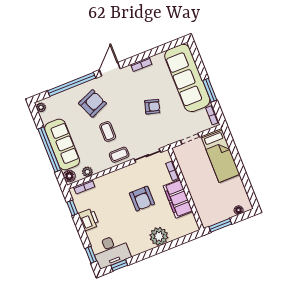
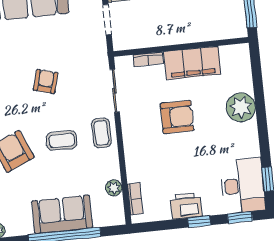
armchair: (152, 107) -> (46, 81), moved
sofa: (62, 144) -> (62, 214), width x0.73
floor lamp: (69, 176) -> (113, 217), removed
window: (72, 208) -> (199, 222), moved

